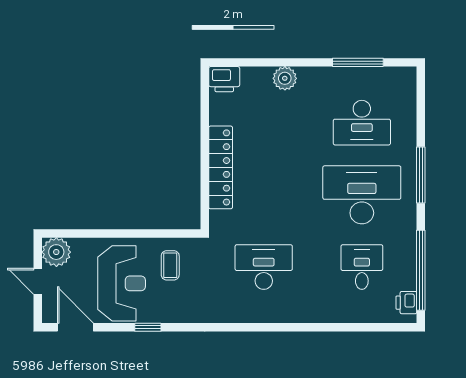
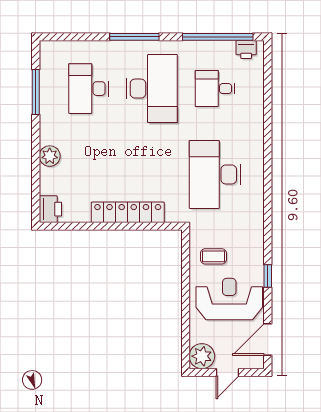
desk: (362, 123) -> (88, 89), turned 180
desk: (362, 195) -> (152, 89), turned 180
desk: (264, 267) -> (215, 174), width x1.36, depth x1.30

